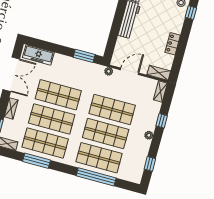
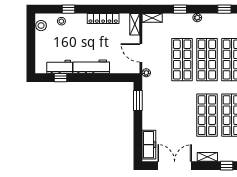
locker: (173, 44) -> (103, 19), width x1.53
shop shelf: (58, 95) -> (182, 115), removed

